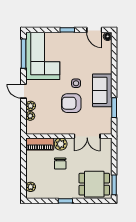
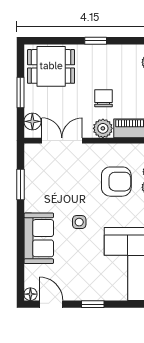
sofa: (102, 90) -> (39, 238), moved
armchair: (71, 103) -> (116, 182), moved
floor lamp: (106, 148) -> (32, 121), added
window: (114, 185) -> (20, 92), moved

